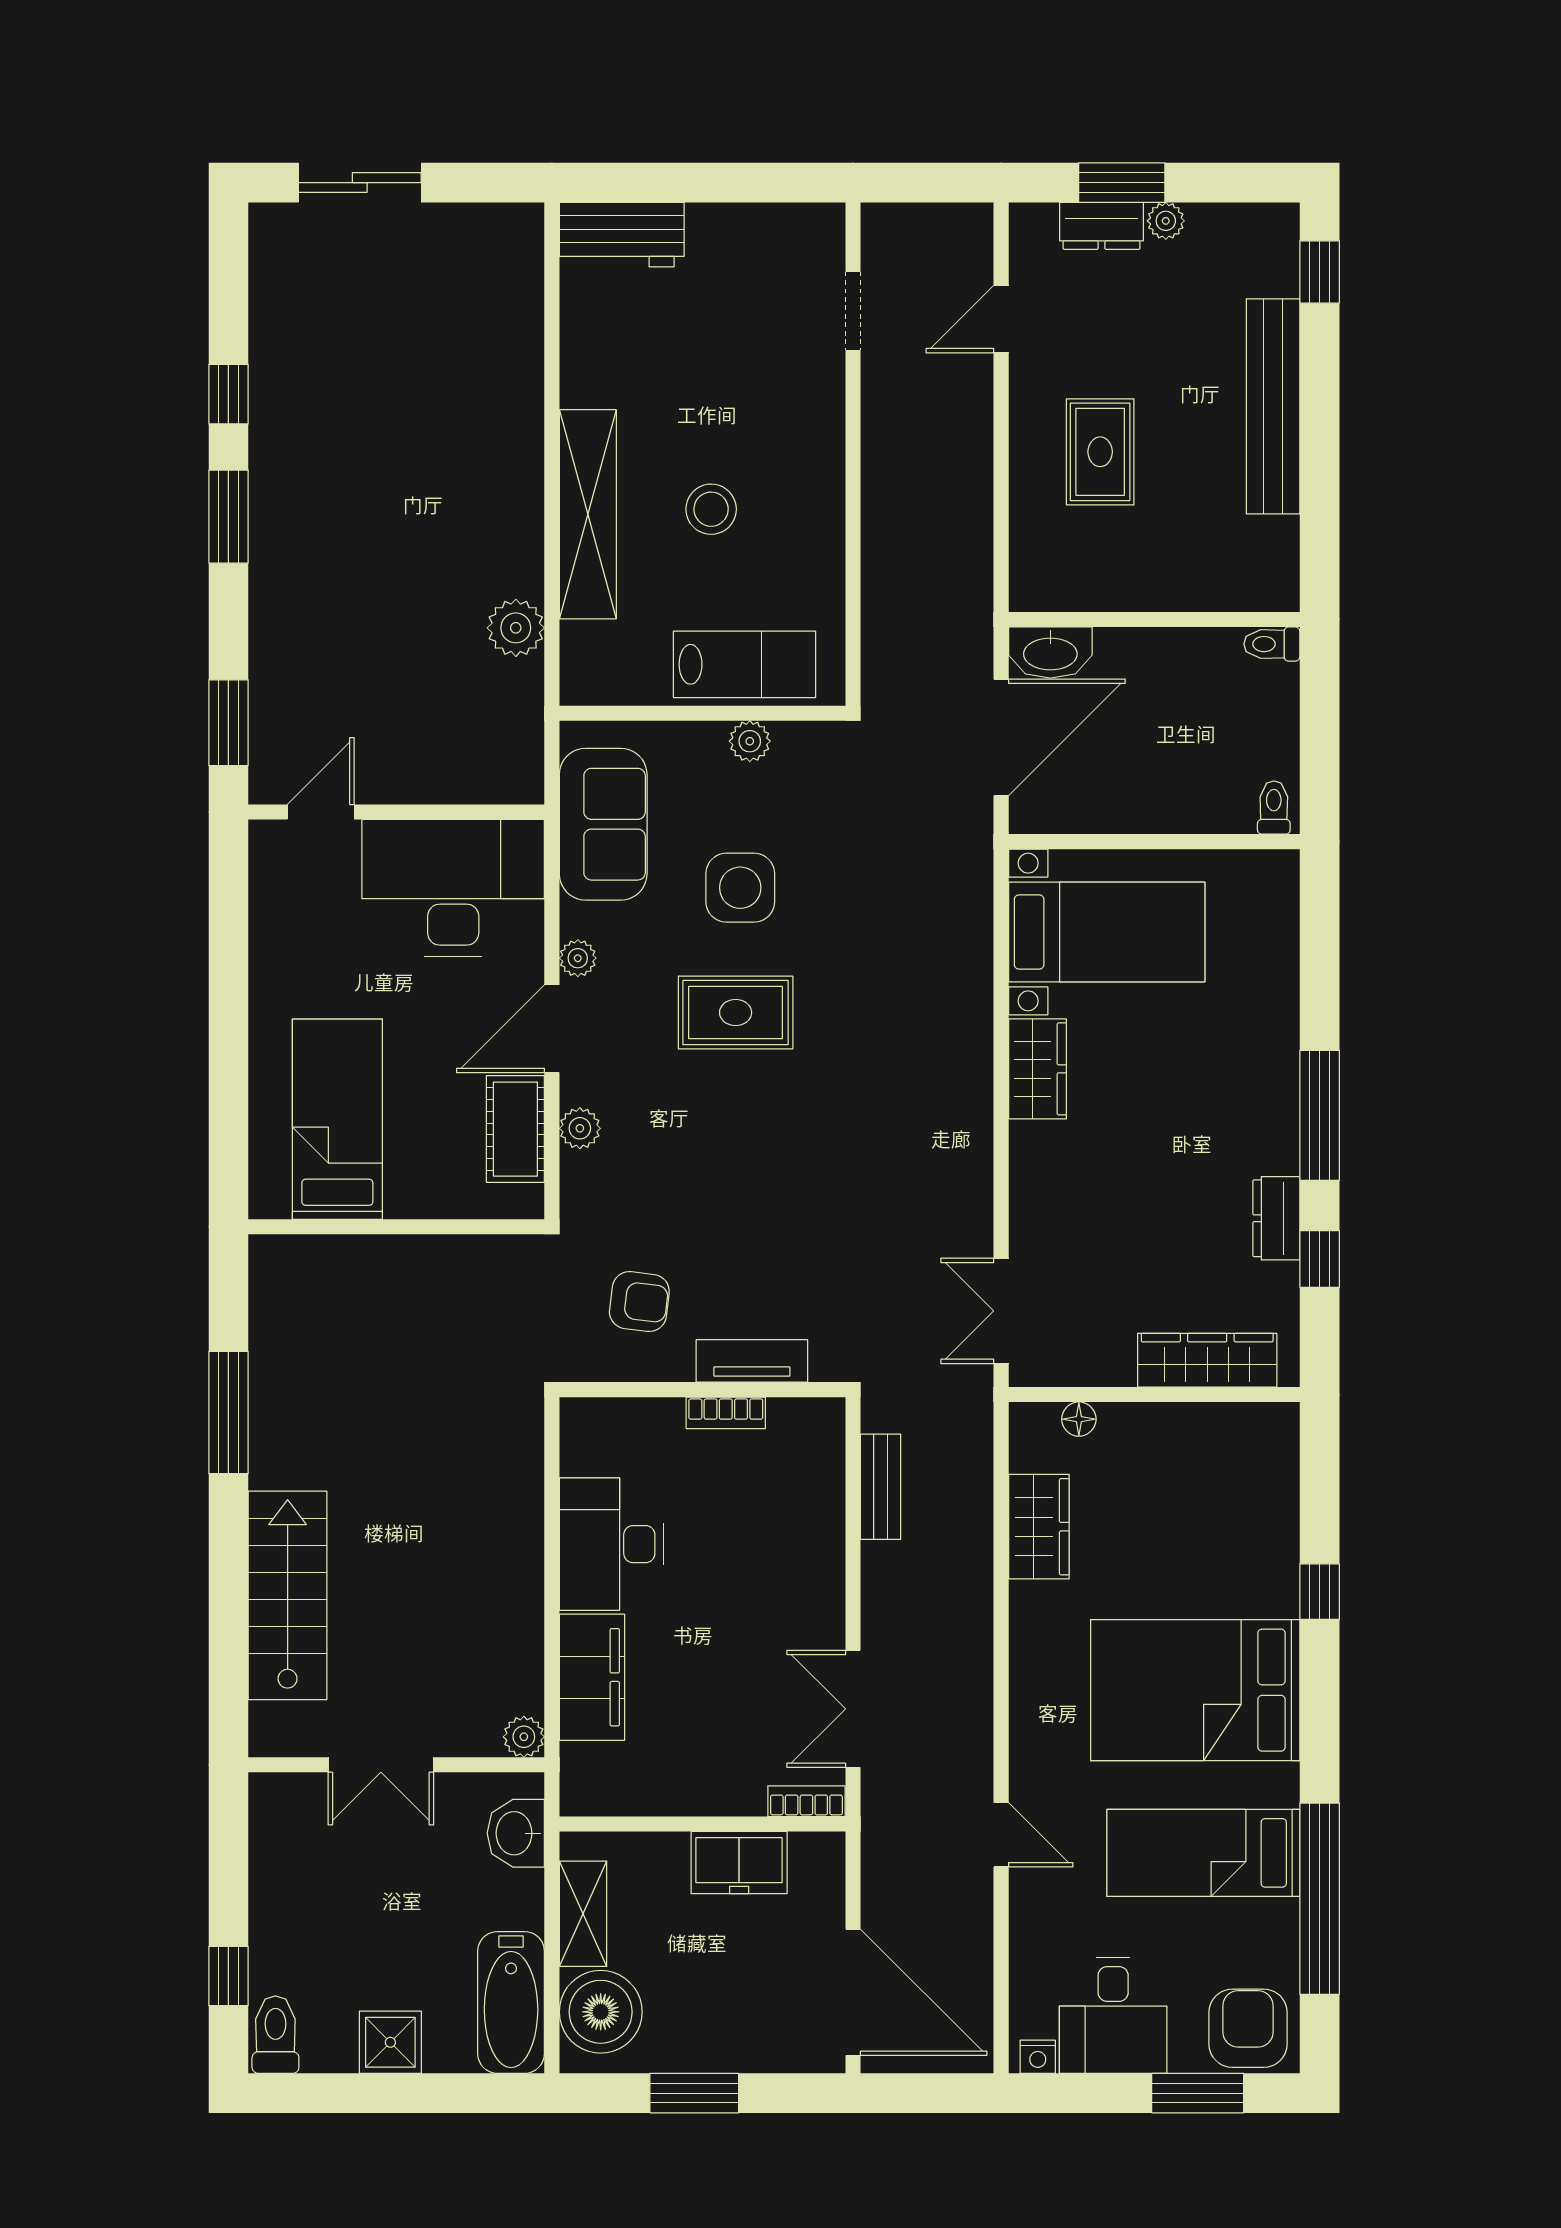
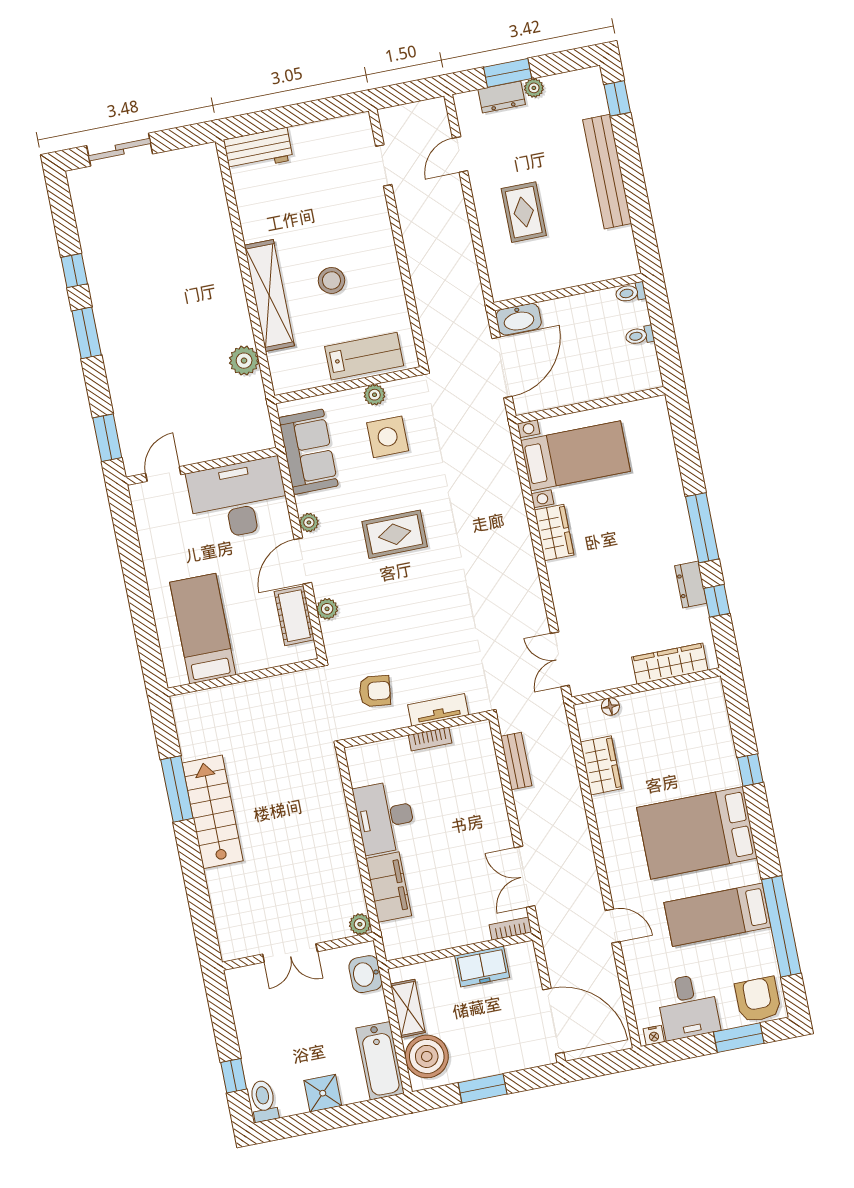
toilet: (1274, 808) -> (640, 336), moved, turned -90
side table: (740, 888) -> (388, 437), moved
stairs: (288, 1595) -> (213, 812), moved

